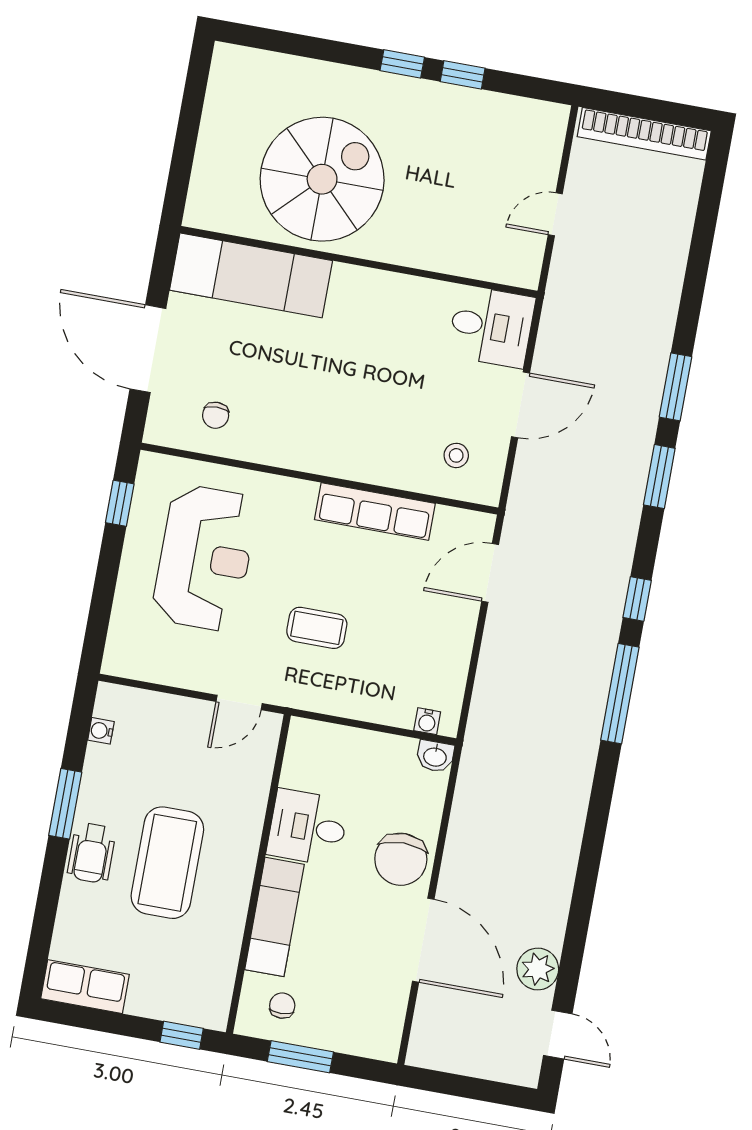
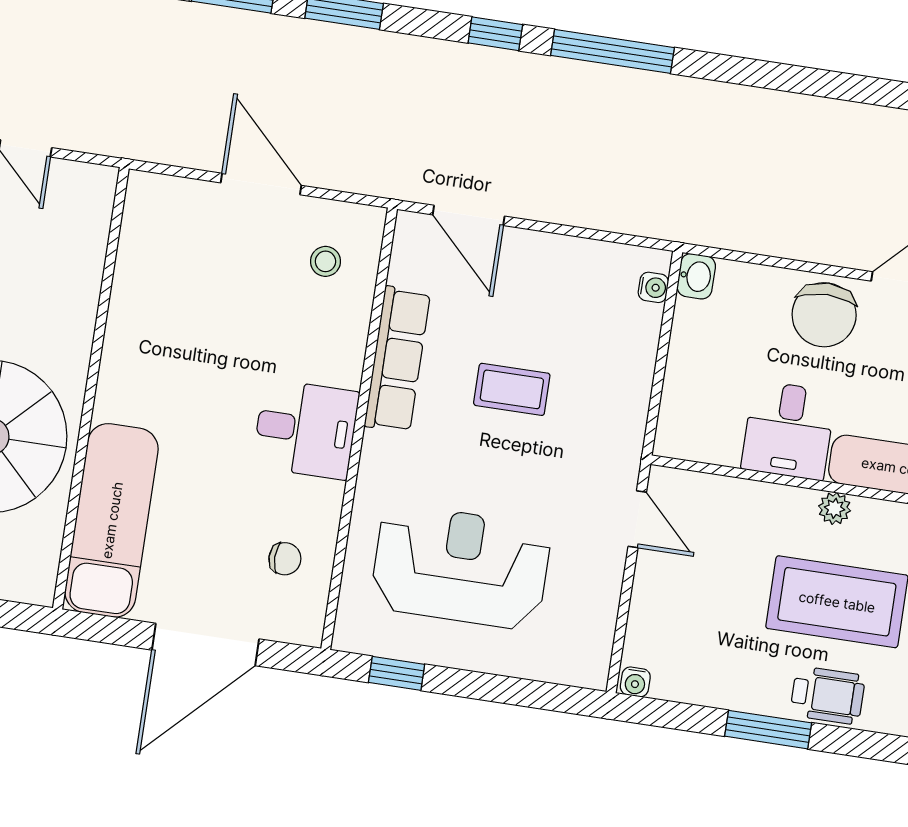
desk: (491, 327) -> (306, 429), moved, turned 90
coffee table: (317, 628) -> (512, 389), moved, turned 90
water cooler: (101, 731) -> (635, 682), moved
chair: (401, 859) -> (824, 315), turned 90
plant: (243, 863) -> (835, 508), added

